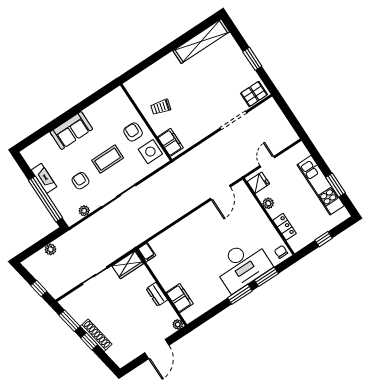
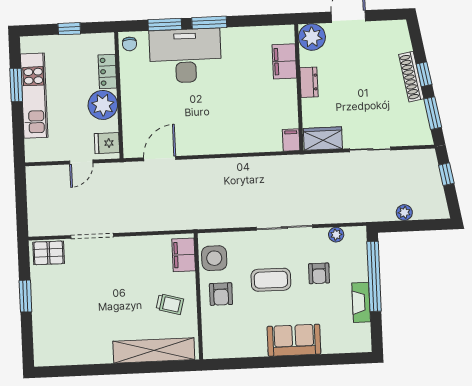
shelving: (201, 41) -> (154, 350), moved
plant: (268, 203) -> (103, 105), width x1.88, depth x1.88
plant: (178, 324) -> (312, 37), width x1.88, depth x1.88

